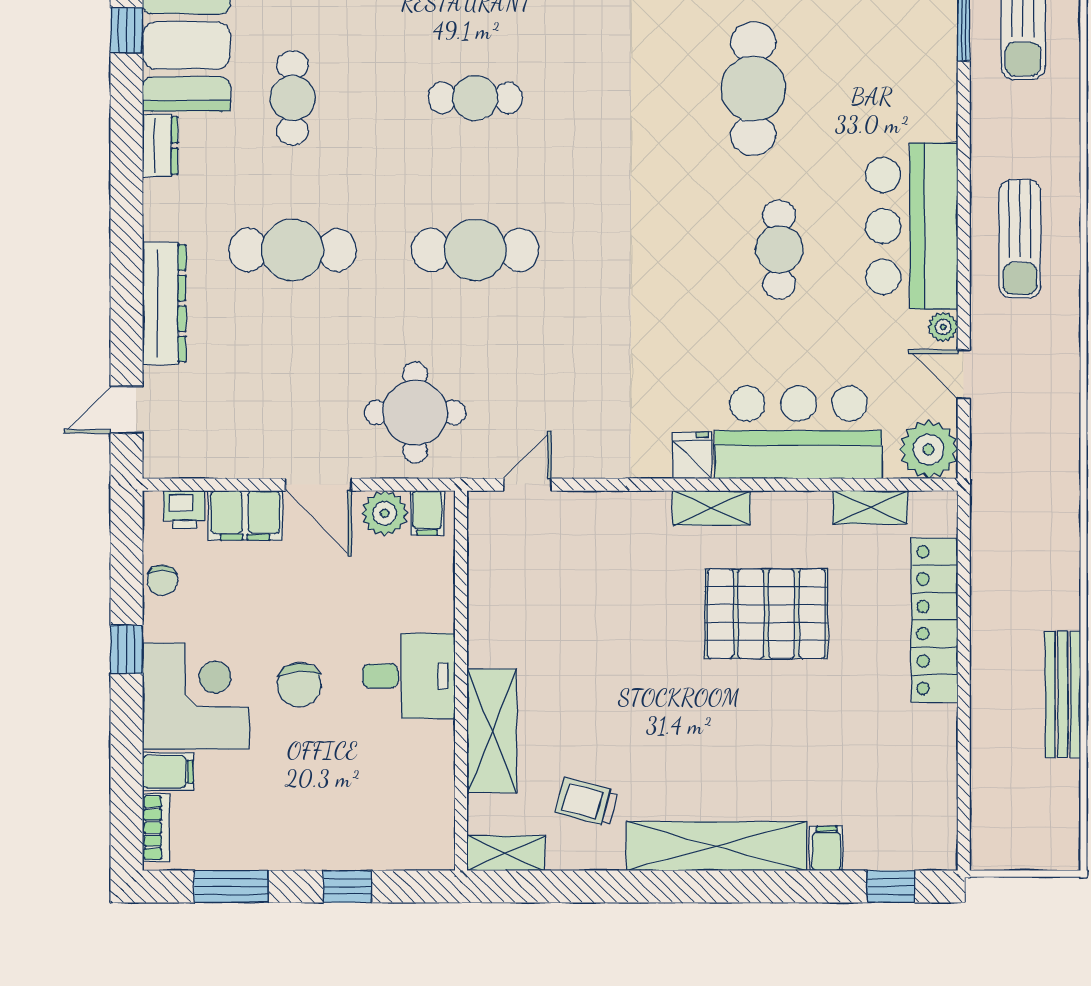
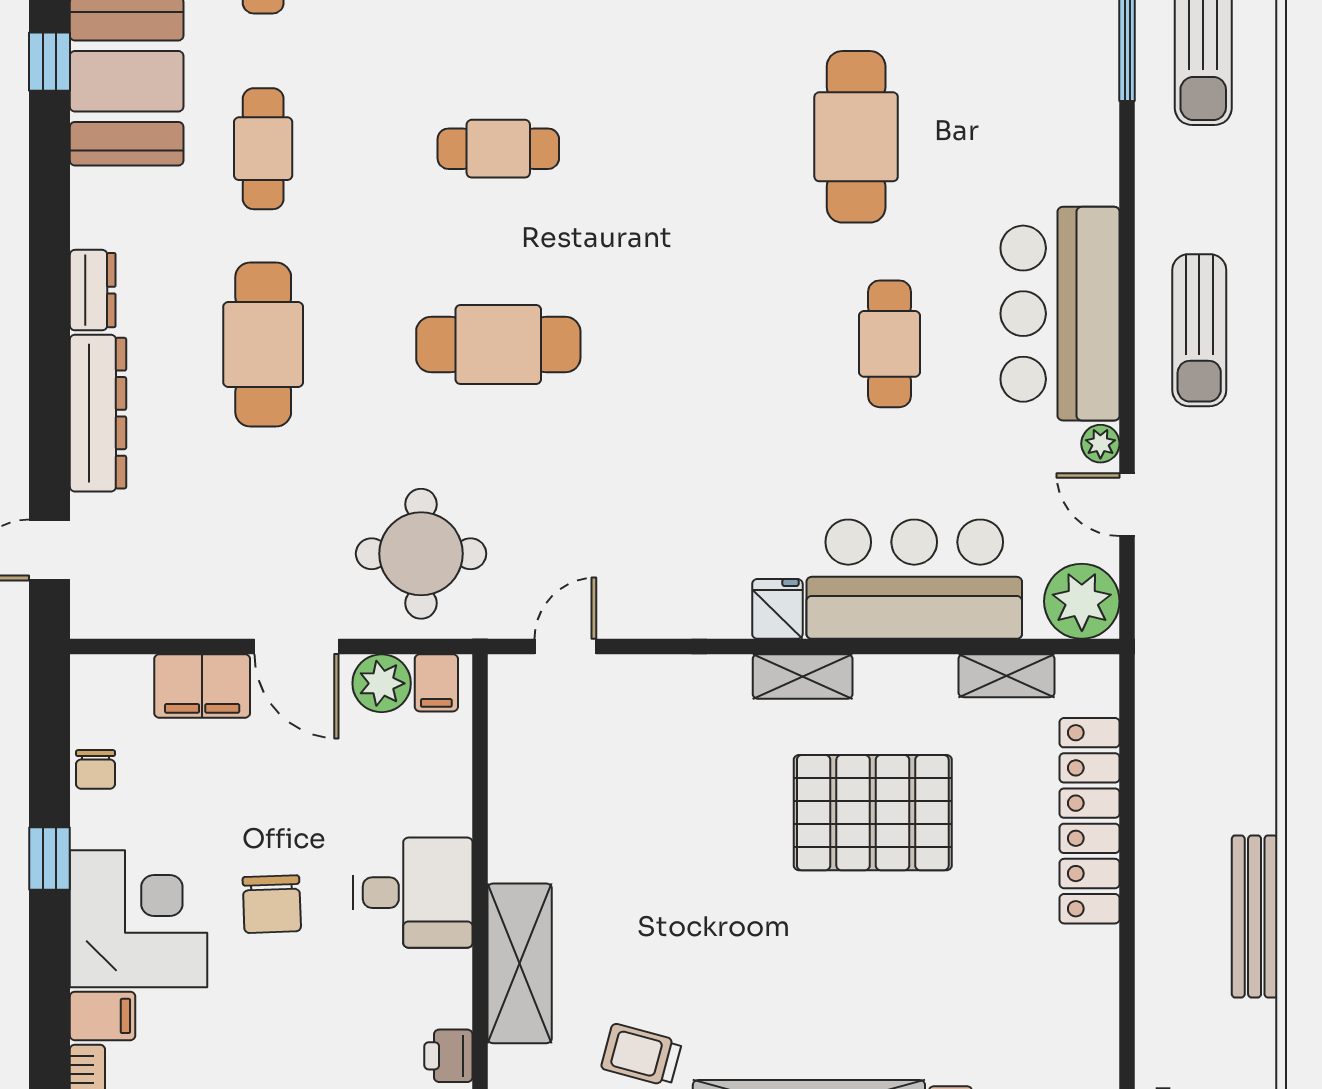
dresser: (160, 146) -> (93, 290), moved
cafe table: (293, 250) -> (263, 345), turned 90
printer: (184, 509) -> (448, 1056), moved, turned 90

